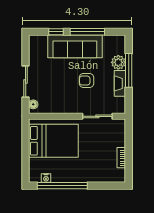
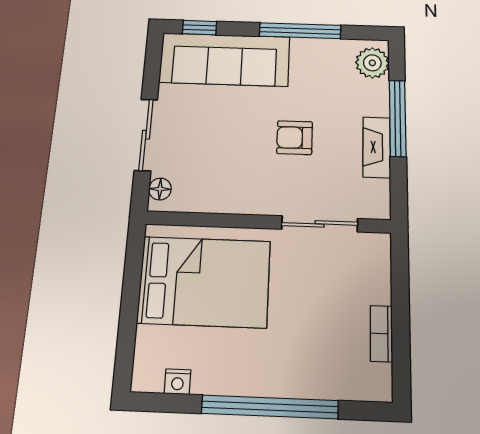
window: (56, 32) -> (200, 28), moved
sofa: (75, 46) -> (225, 60), moved
plant: (118, 62) -> (372, 63), moved
window: (62, 186) -> (270, 407), moved

